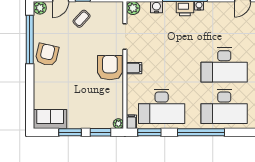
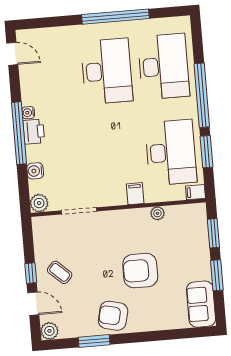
window: (30, 39) -> (94, 341), width x0.47
armchair: (110, 68) -> (140, 271), moved
filing cabinet: (134, 68) -> (135, 194), moved
plant: (118, 124) -> (157, 213), moved
window: (149, 132) -> (207, 152), moved

